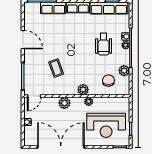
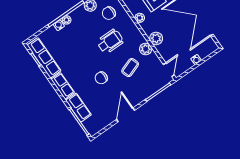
chair: (64, 41) -> (101, 78), added
wheelchair: (104, 44) -> (110, 41), moved
plant: (83, 90) -> (146, 49), moved
door: (34, 96) -> (169, 70), hinge flipped

